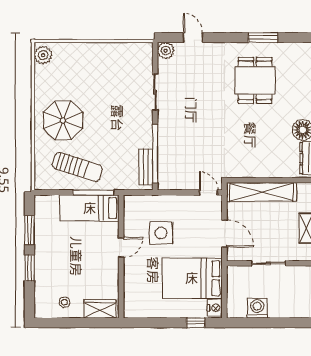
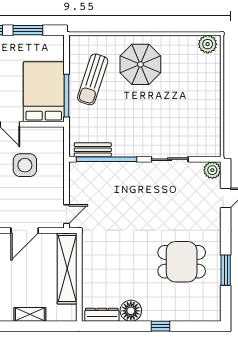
bed: (90, 208) -> (44, 92), width x1.50

